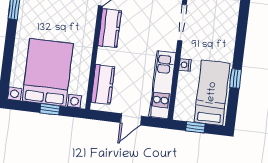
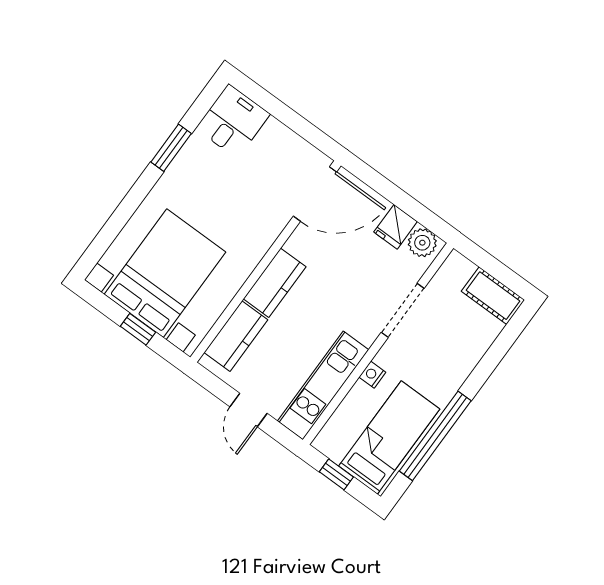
kitchen counter: (110, 28) -> (275, 283), moved
window: (236, 78) -> (435, 436), width x3.17
door: (131, 119) -> (249, 410), hinge flipped

